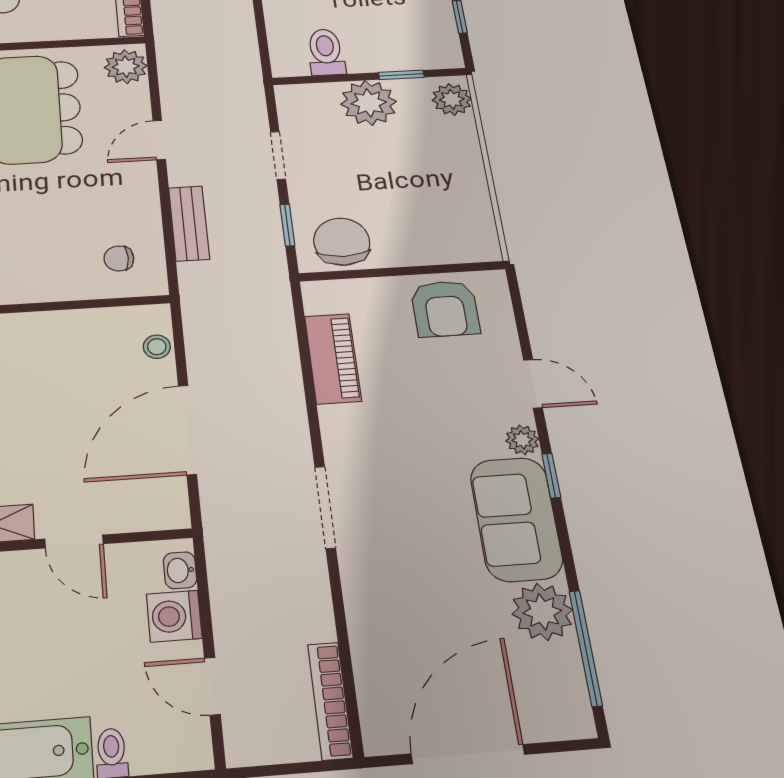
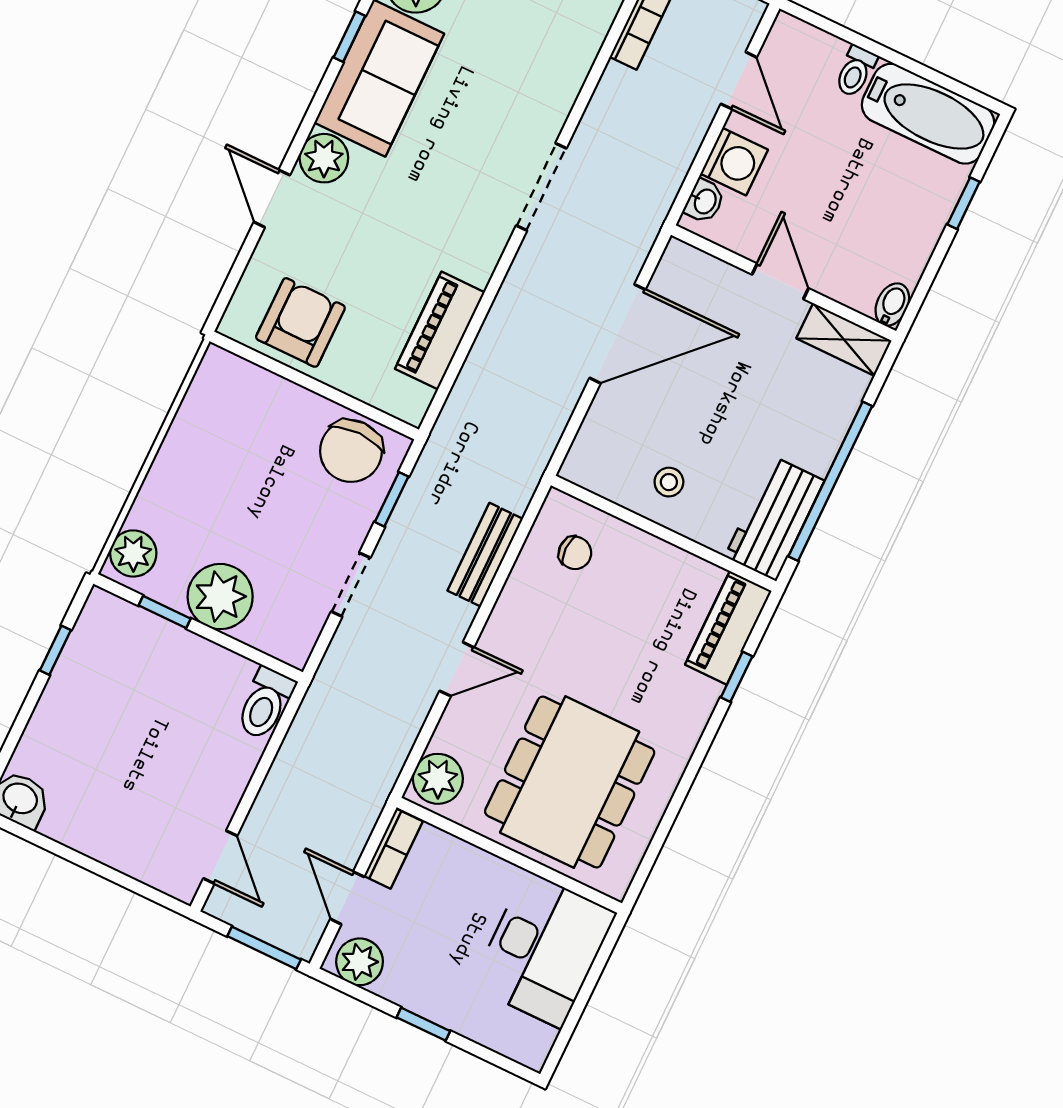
toilet: (326, 52) -> (265, 703), moved
stool: (157, 347) -> (669, 482), moved
plant: (522, 440) -> (324, 158), width x1.38, depth x1.38
window: (551, 476) -> (349, 37), moved

